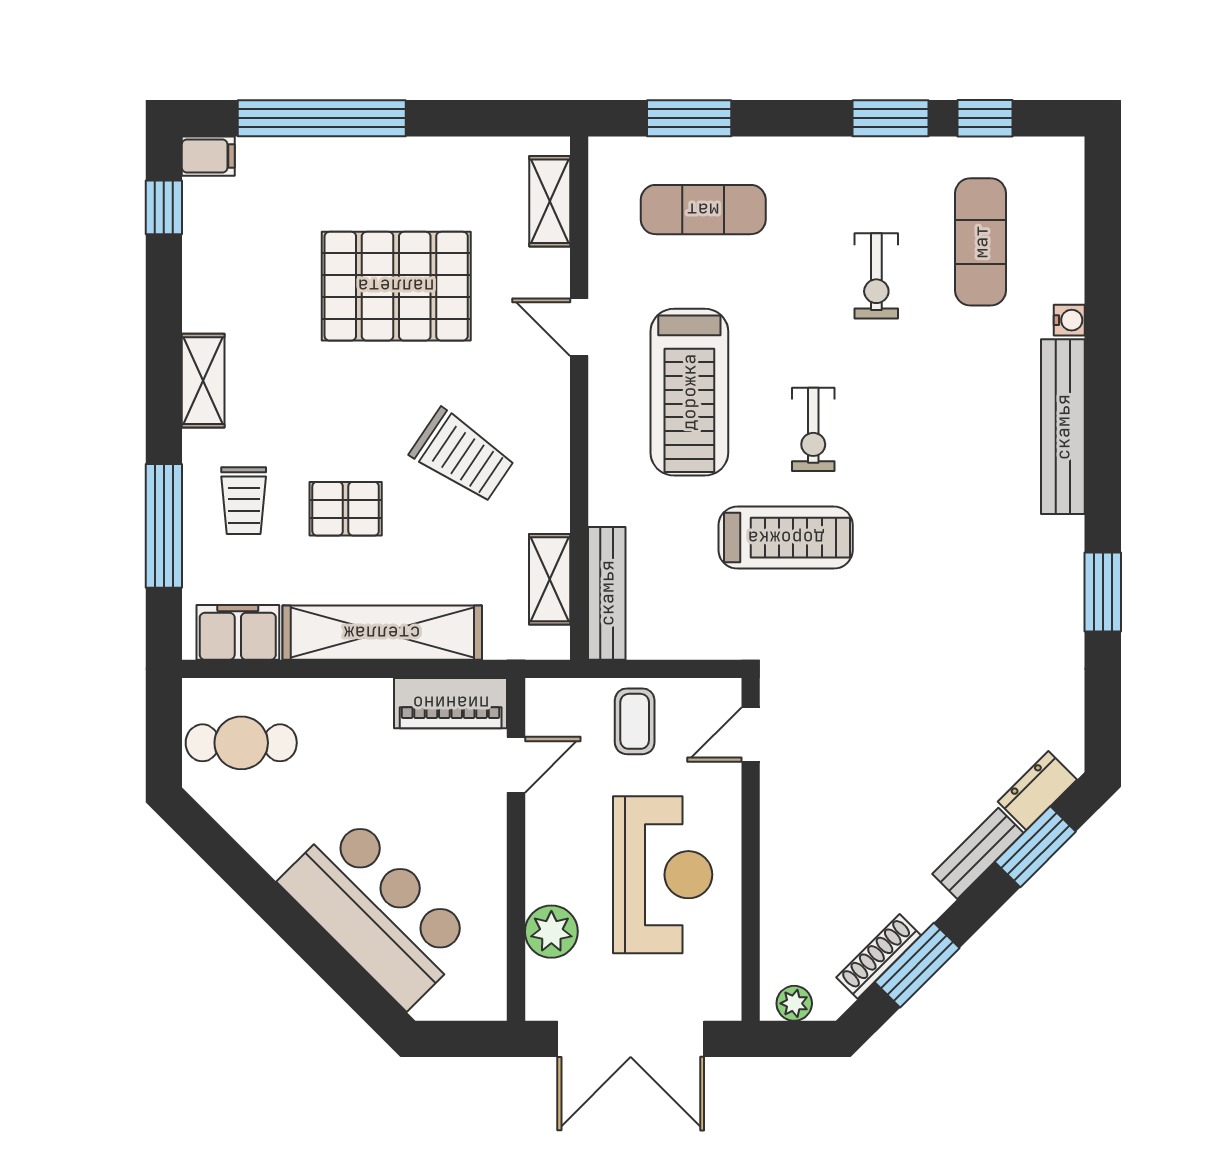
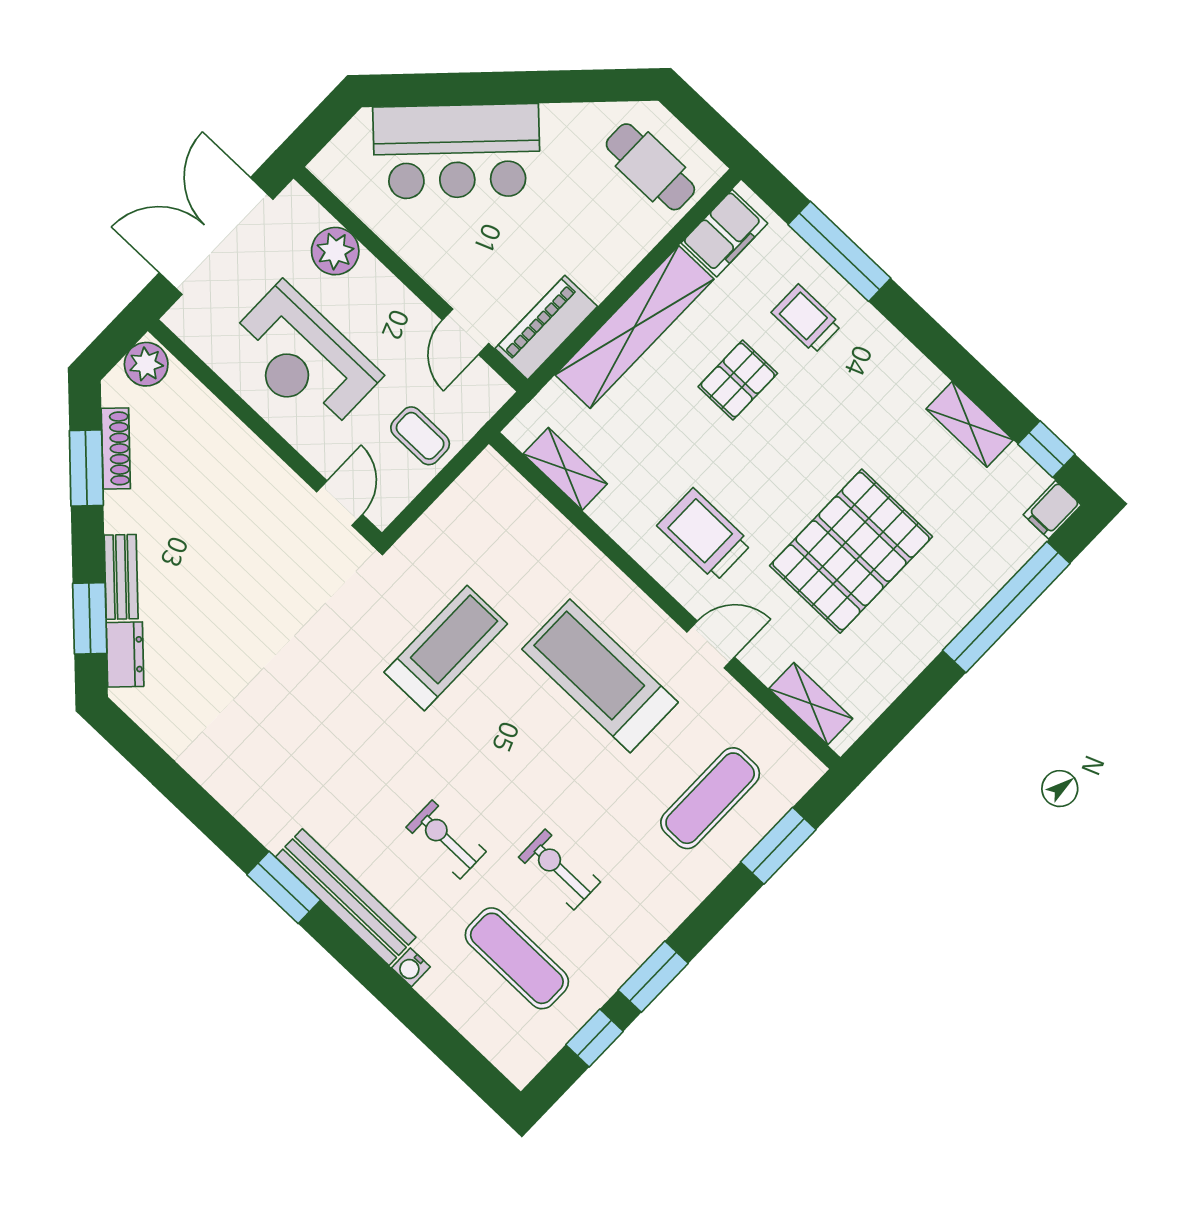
shelving: (203, 381) -> (970, 424), moved
exercise bike: (813, 429) -> (446, 839), moved
trolley: (462, 456) -> (704, 535), moved, turned 56
treadmill: (786, 538) -> (446, 648), turned 180
window: (1103, 592) -> (284, 887), moved
bench: (607, 593) -> (521, 497), removed
cafe table: (241, 743) -> (650, 167), turned 90
plant: (794, 1003) -> (146, 364), width x1.38, depth x1.38

